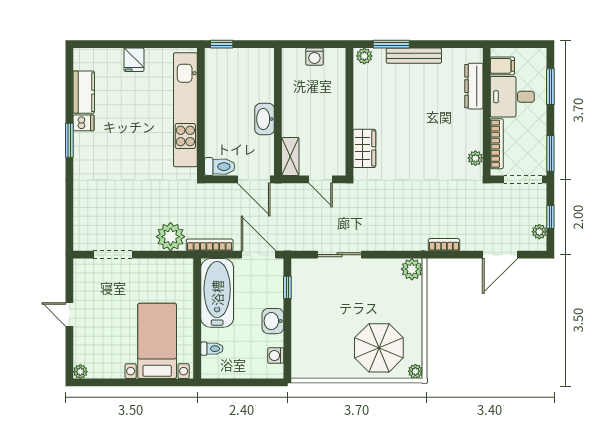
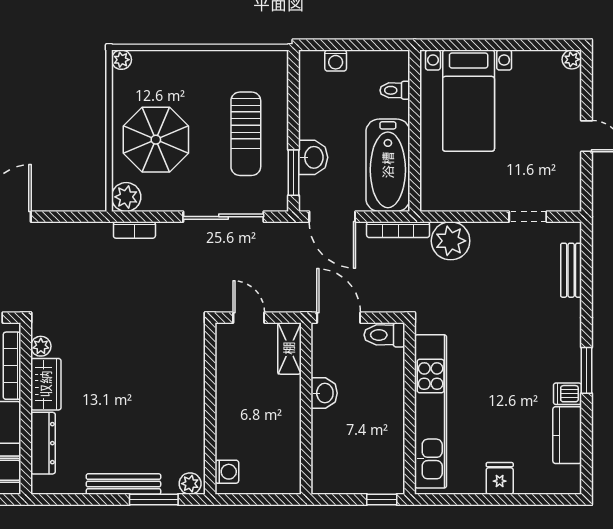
washing machine: (314, 57) -> (227, 472), moved, turned 90
washbasin: (265, 119) -> (324, 393), width x0.72
wardrobe: (364, 148) -> (46, 384), moved, turned 180
bench: (81, 215) -> (571, 270), added
bookcase: (444, 245) -> (134, 230), moved
doorway: (113, 255) -> (528, 217), width x0.73
sliding door: (339, 255) -> (223, 217), width x1.37
window: (287, 287) -> (293, 173), width x1.50
sun lounger: (323, 316) -> (246, 134), added
washbasin: (273, 321) -> (313, 157), moved
parasol: (379, 348) -> (156, 140), moved
washing machine: (276, 356) -> (336, 60), moved, turned 90

